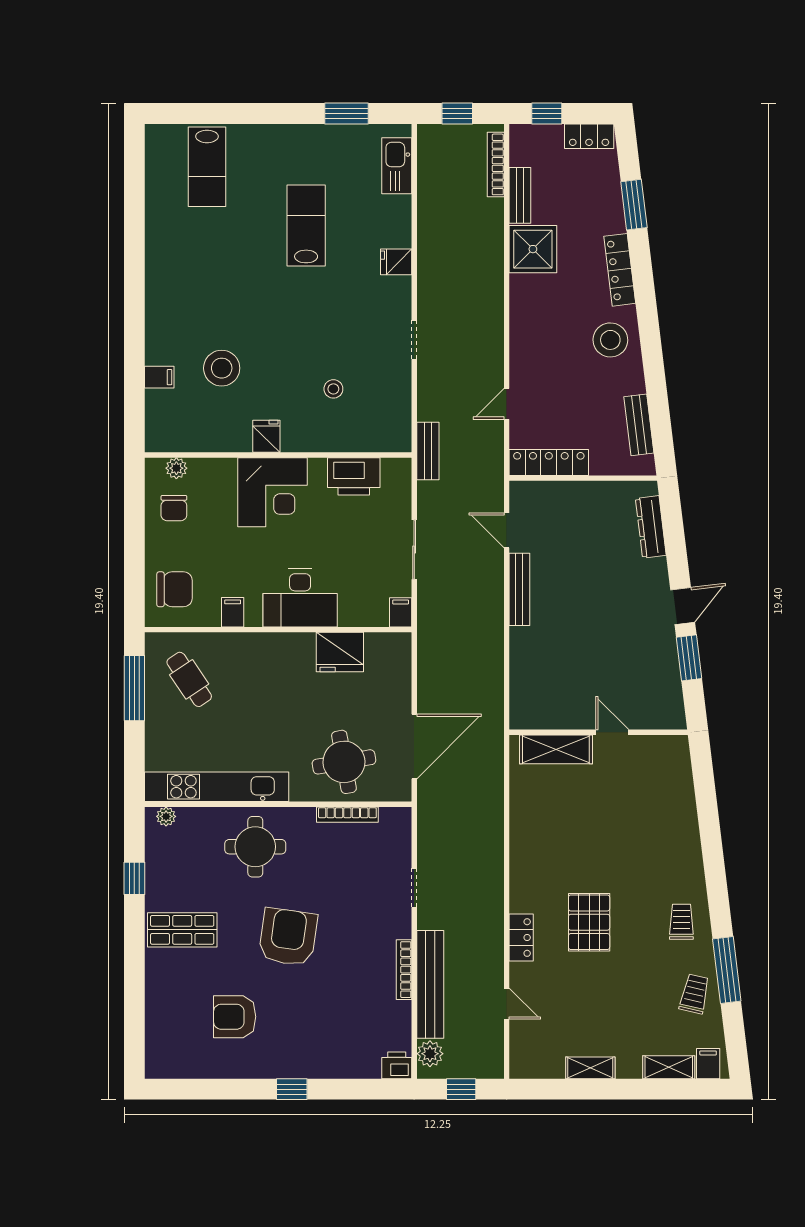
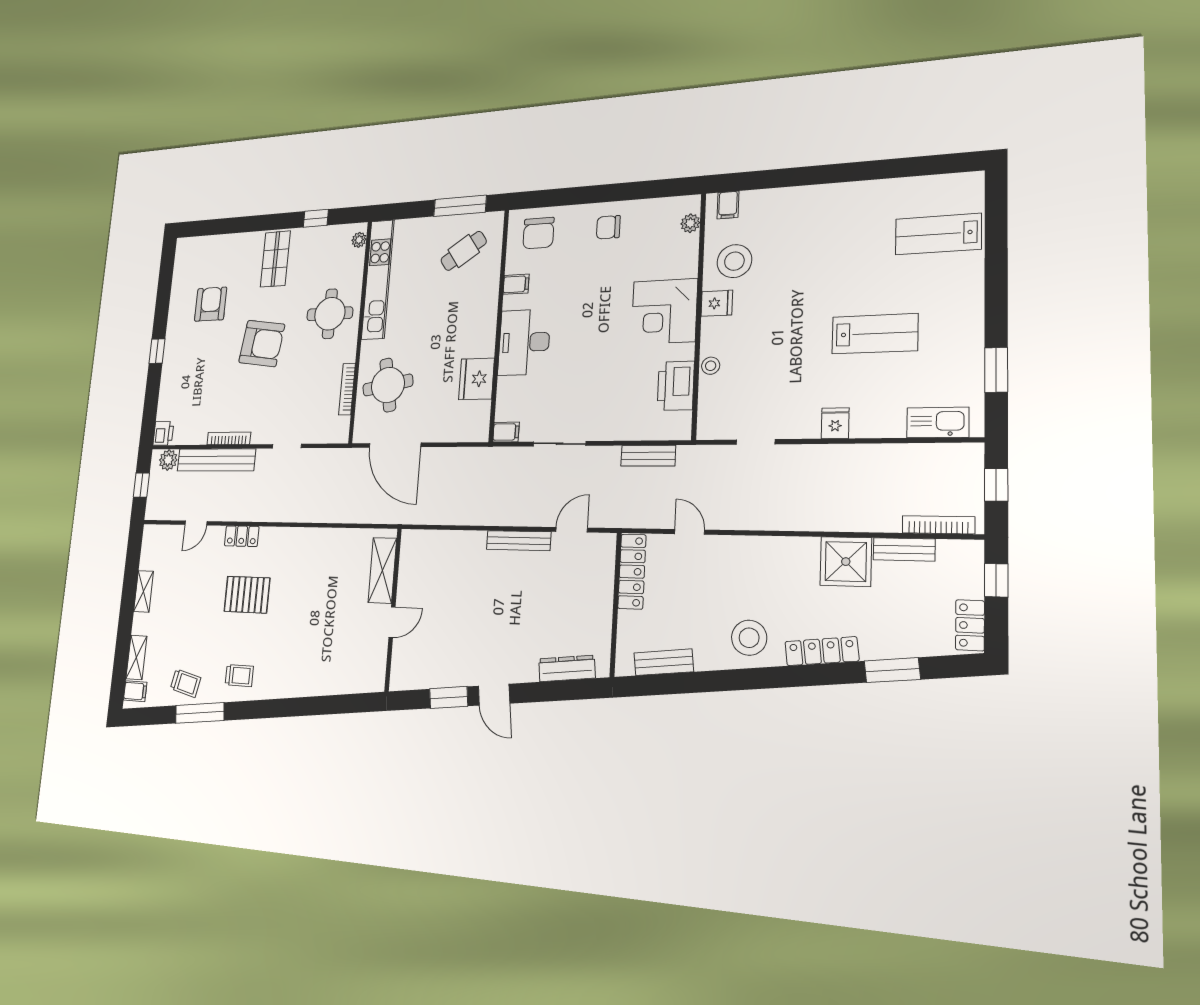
fridge: (266, 436) -> (717, 303), moved
wall: (278, 455) -> (699, 315), moved
plant: (176, 468) -> (690, 223), moved
printer: (354, 476) -> (676, 386), moved
corner desk: (273, 492) -> (664, 311), moved

